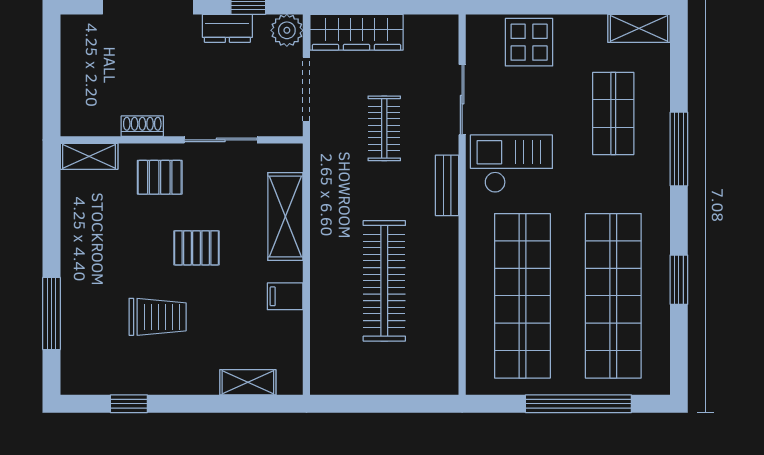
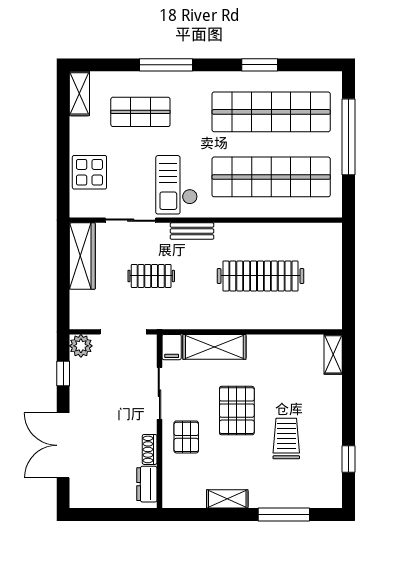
dresser: (227, 28) -> (147, 484), moved, turned 180
wardrobe: (356, 32) -> (82, 256), moved
shelving: (89, 156) -> (227, 499), moved, turned 90
pallet: (197, 248) -> (237, 411), width x1.50, depth x1.42
filing cabinet: (285, 296) -> (172, 347), moved
shelving: (248, 382) -> (333, 354), moved

